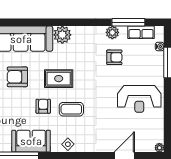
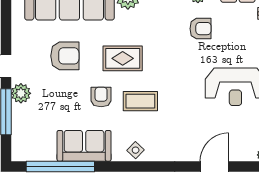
armchair: (17, 77) -> (65, 56), turned 180

